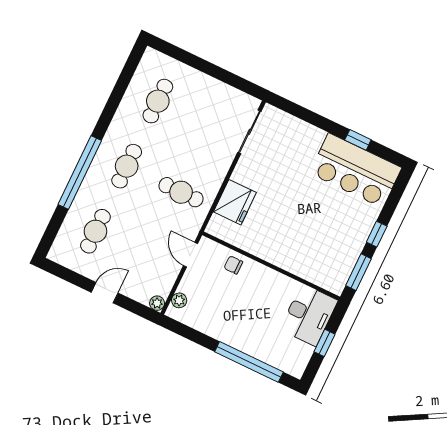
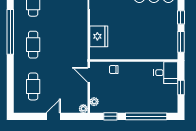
window: (80, 172) -> (10, 32), moved
cafe table: (181, 192) -> (68, 45), removed
desk: (309, 315) -> (166, 73), width x0.73
window: (193, 335) -> (110, 116), added

